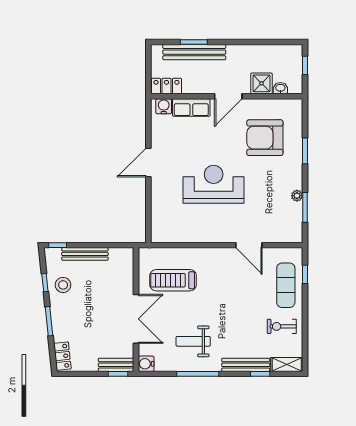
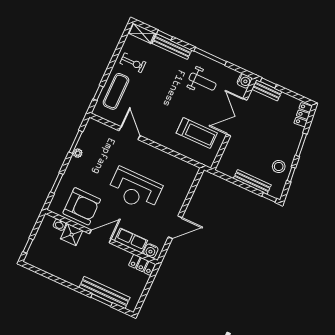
shower: (262, 83) -> (72, 235), moved
locker: (166, 86) -> (142, 265), moved
washbasin: (280, 88) -> (59, 225), moved
wall: (227, 96) -> (101, 237), moved
door: (228, 96) -> (100, 236), moved
water cooler: (164, 106) -> (151, 251), moved
row of seats: (191, 108) -> (131, 241), moved

